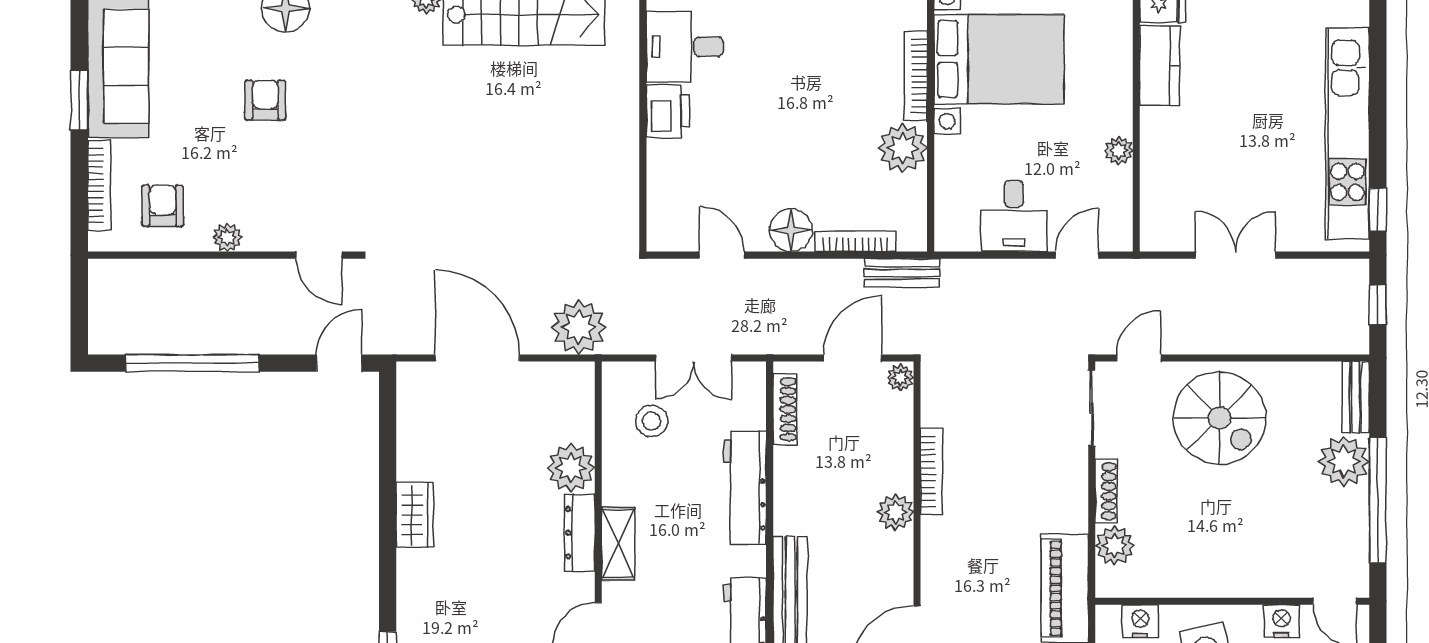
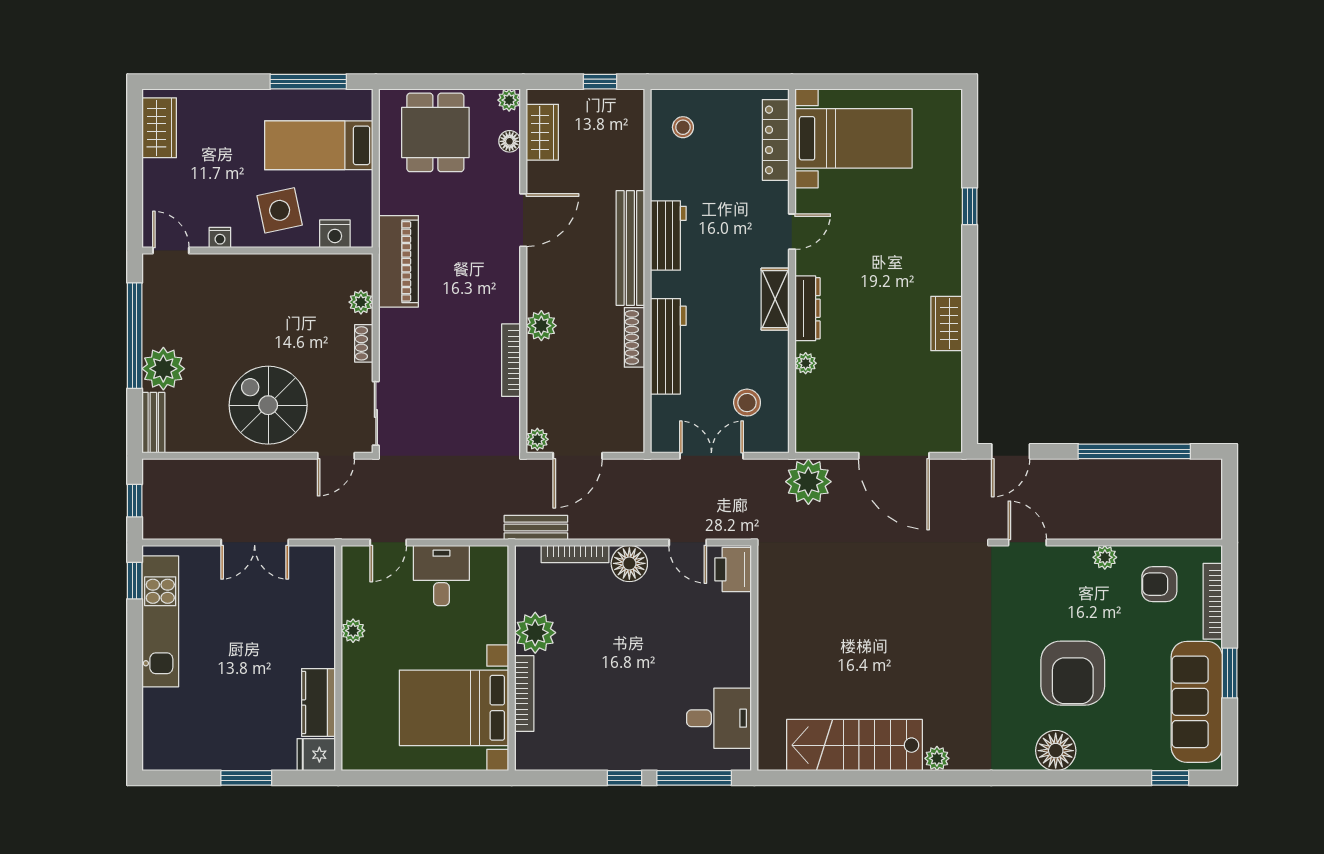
armchair: (265, 100) -> (1073, 673), width x1.88, depth x1.88
printer: (668, 111) -> (733, 569), moved
kitchen unit: (1347, 133) -> (160, 621), width x0.73
armchair: (163, 206) -> (1159, 584), turned 90
shoe rack: (785, 409) -> (634, 337), moved
plant: (571, 468) -> (806, 363), width x0.53, depth x0.53
shoe rack: (1106, 491) -> (364, 343), width x0.70
plant: (1115, 545) -> (361, 302), width x0.73, depth x0.73
nightstand: (1282, 621) -> (220, 238), width x0.72, depth x0.74

